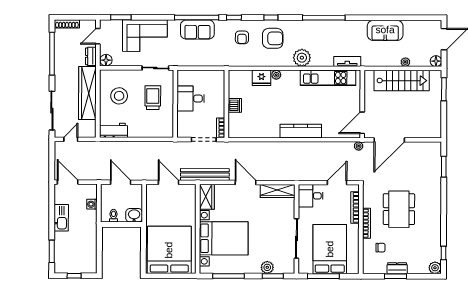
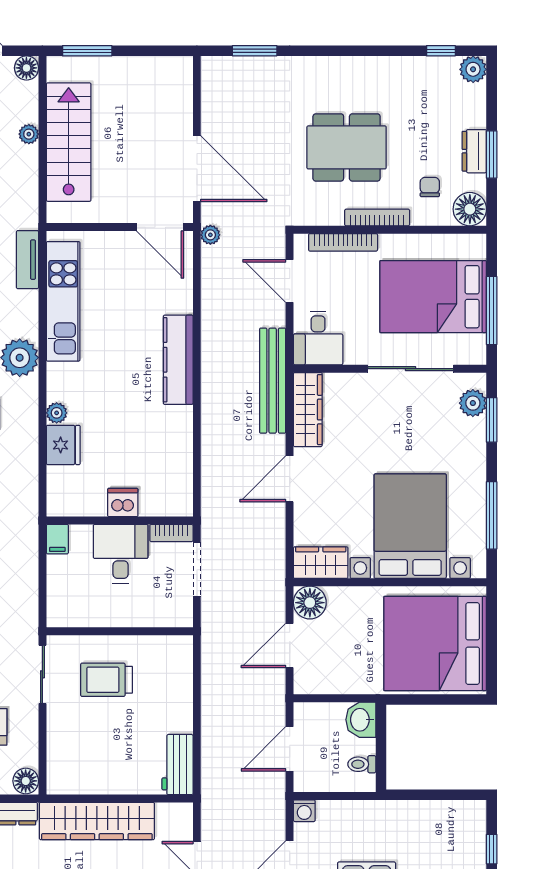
filing cabinet: (218, 75) -> (57, 539), added
stool: (119, 96) -> (103, 753), removed
desk: (191, 99) -> (121, 554), moved, turned 180
bench: (205, 175) -> (273, 381), moved
floor lamp: (188, 192) -> (310, 603), added
washing machine: (92, 204) -> (304, 811), moved
floor lamp: (370, 266) -> (470, 209), added
plant: (267, 267) -> (473, 403), moved

